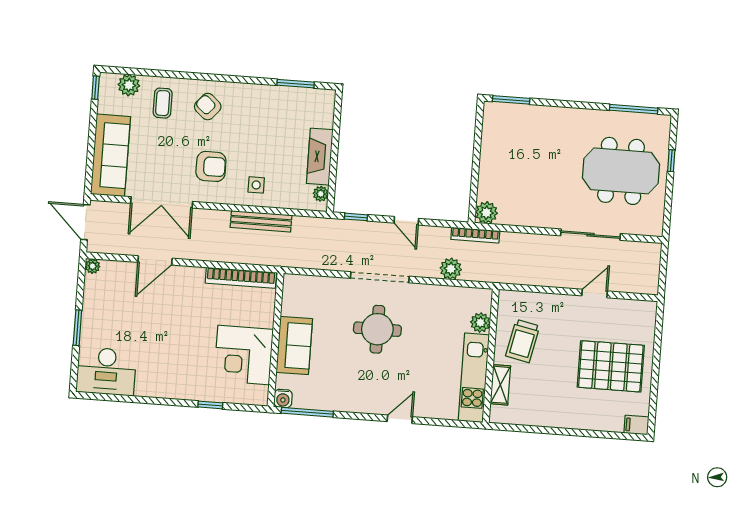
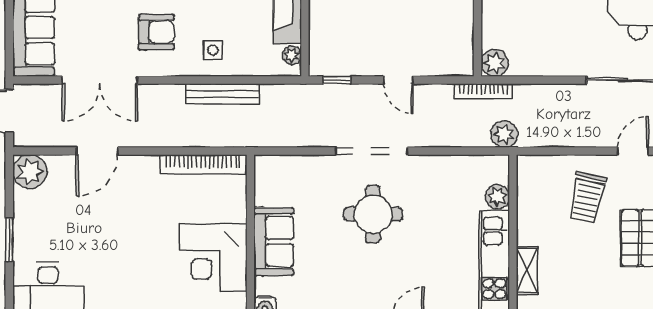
plant: (93, 266) -> (30, 172), width x1.87, depth x1.87
plant: (451, 269) -> (504, 134), moved
trolley: (523, 341) -> (587, 197), moved

